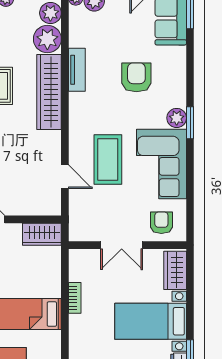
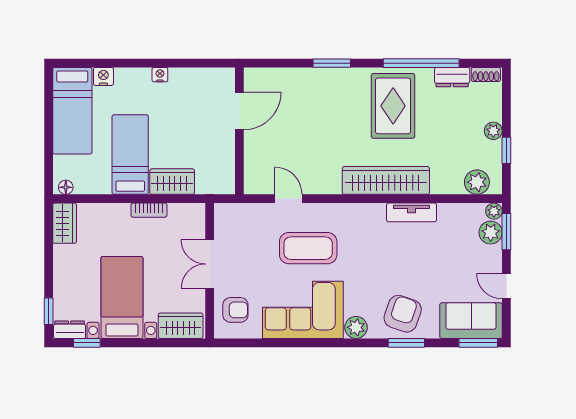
plant: (47, 39) -> (447, 179), removed
armchair: (136, 77) -> (403, 314), moved, turned -71
window: (190, 123) -> (406, 343), moved
door: (65, 177) -> (288, 199), swing flipped
wardrobe: (42, 234) -> (172, 182), moved, turned 90

